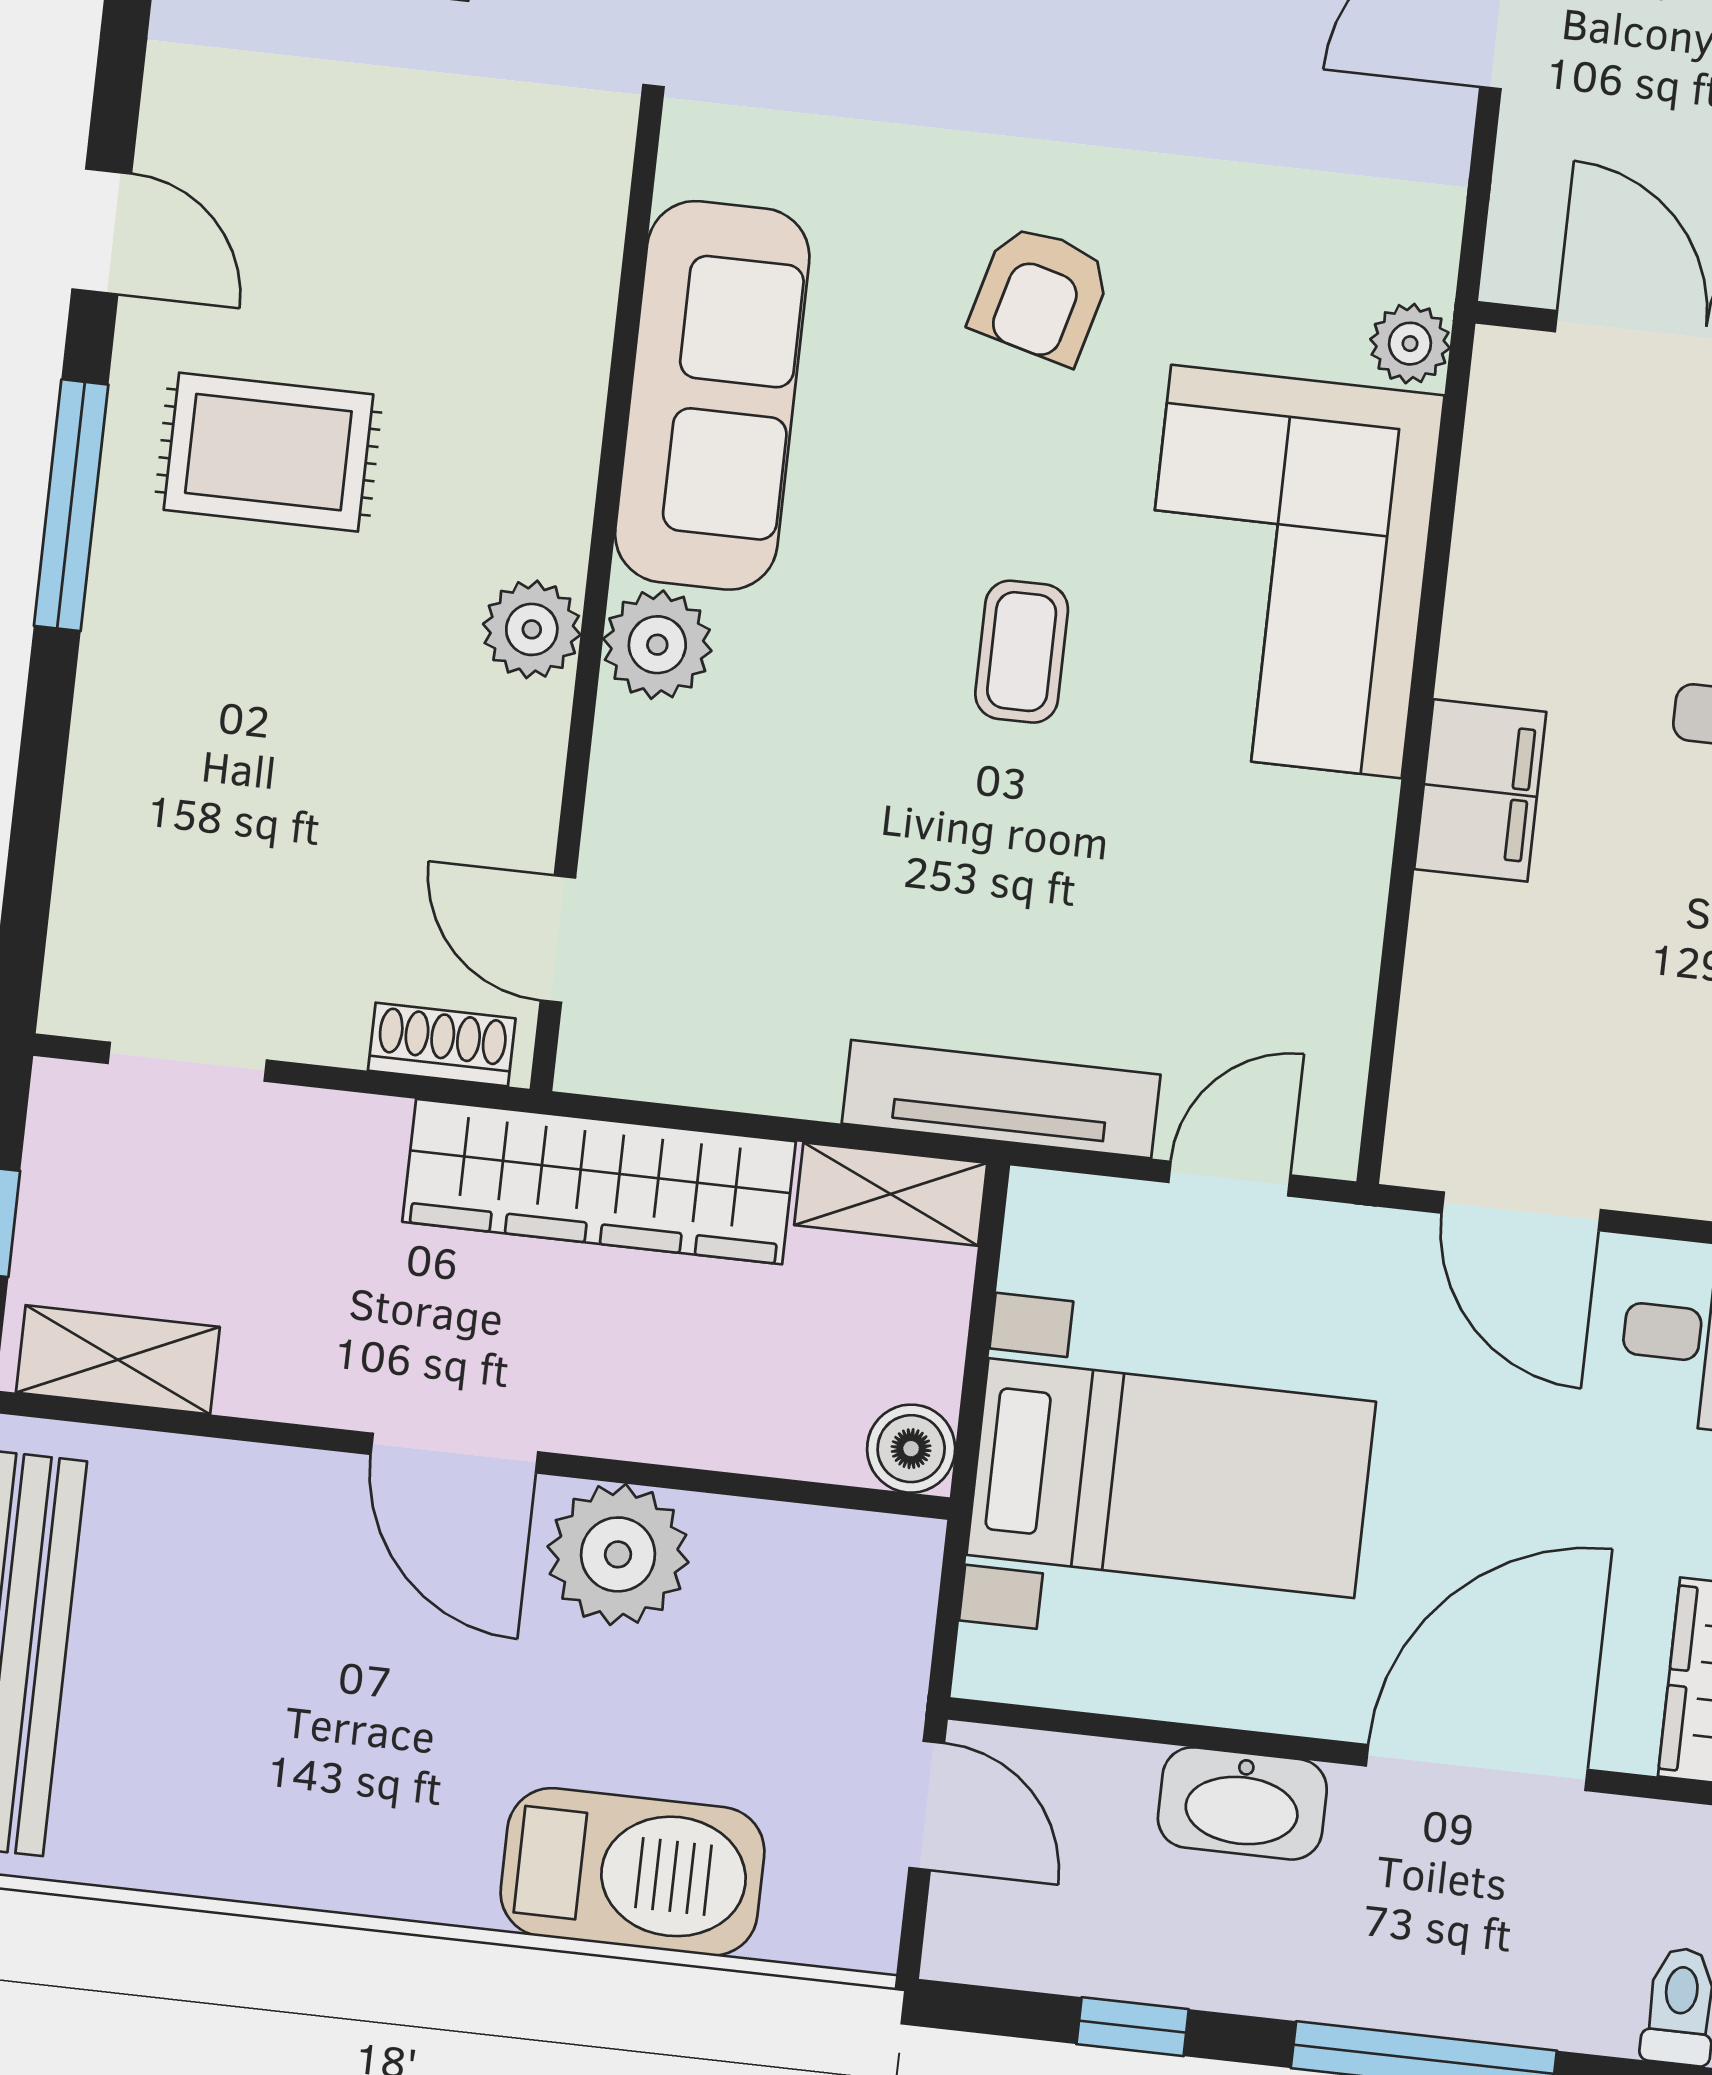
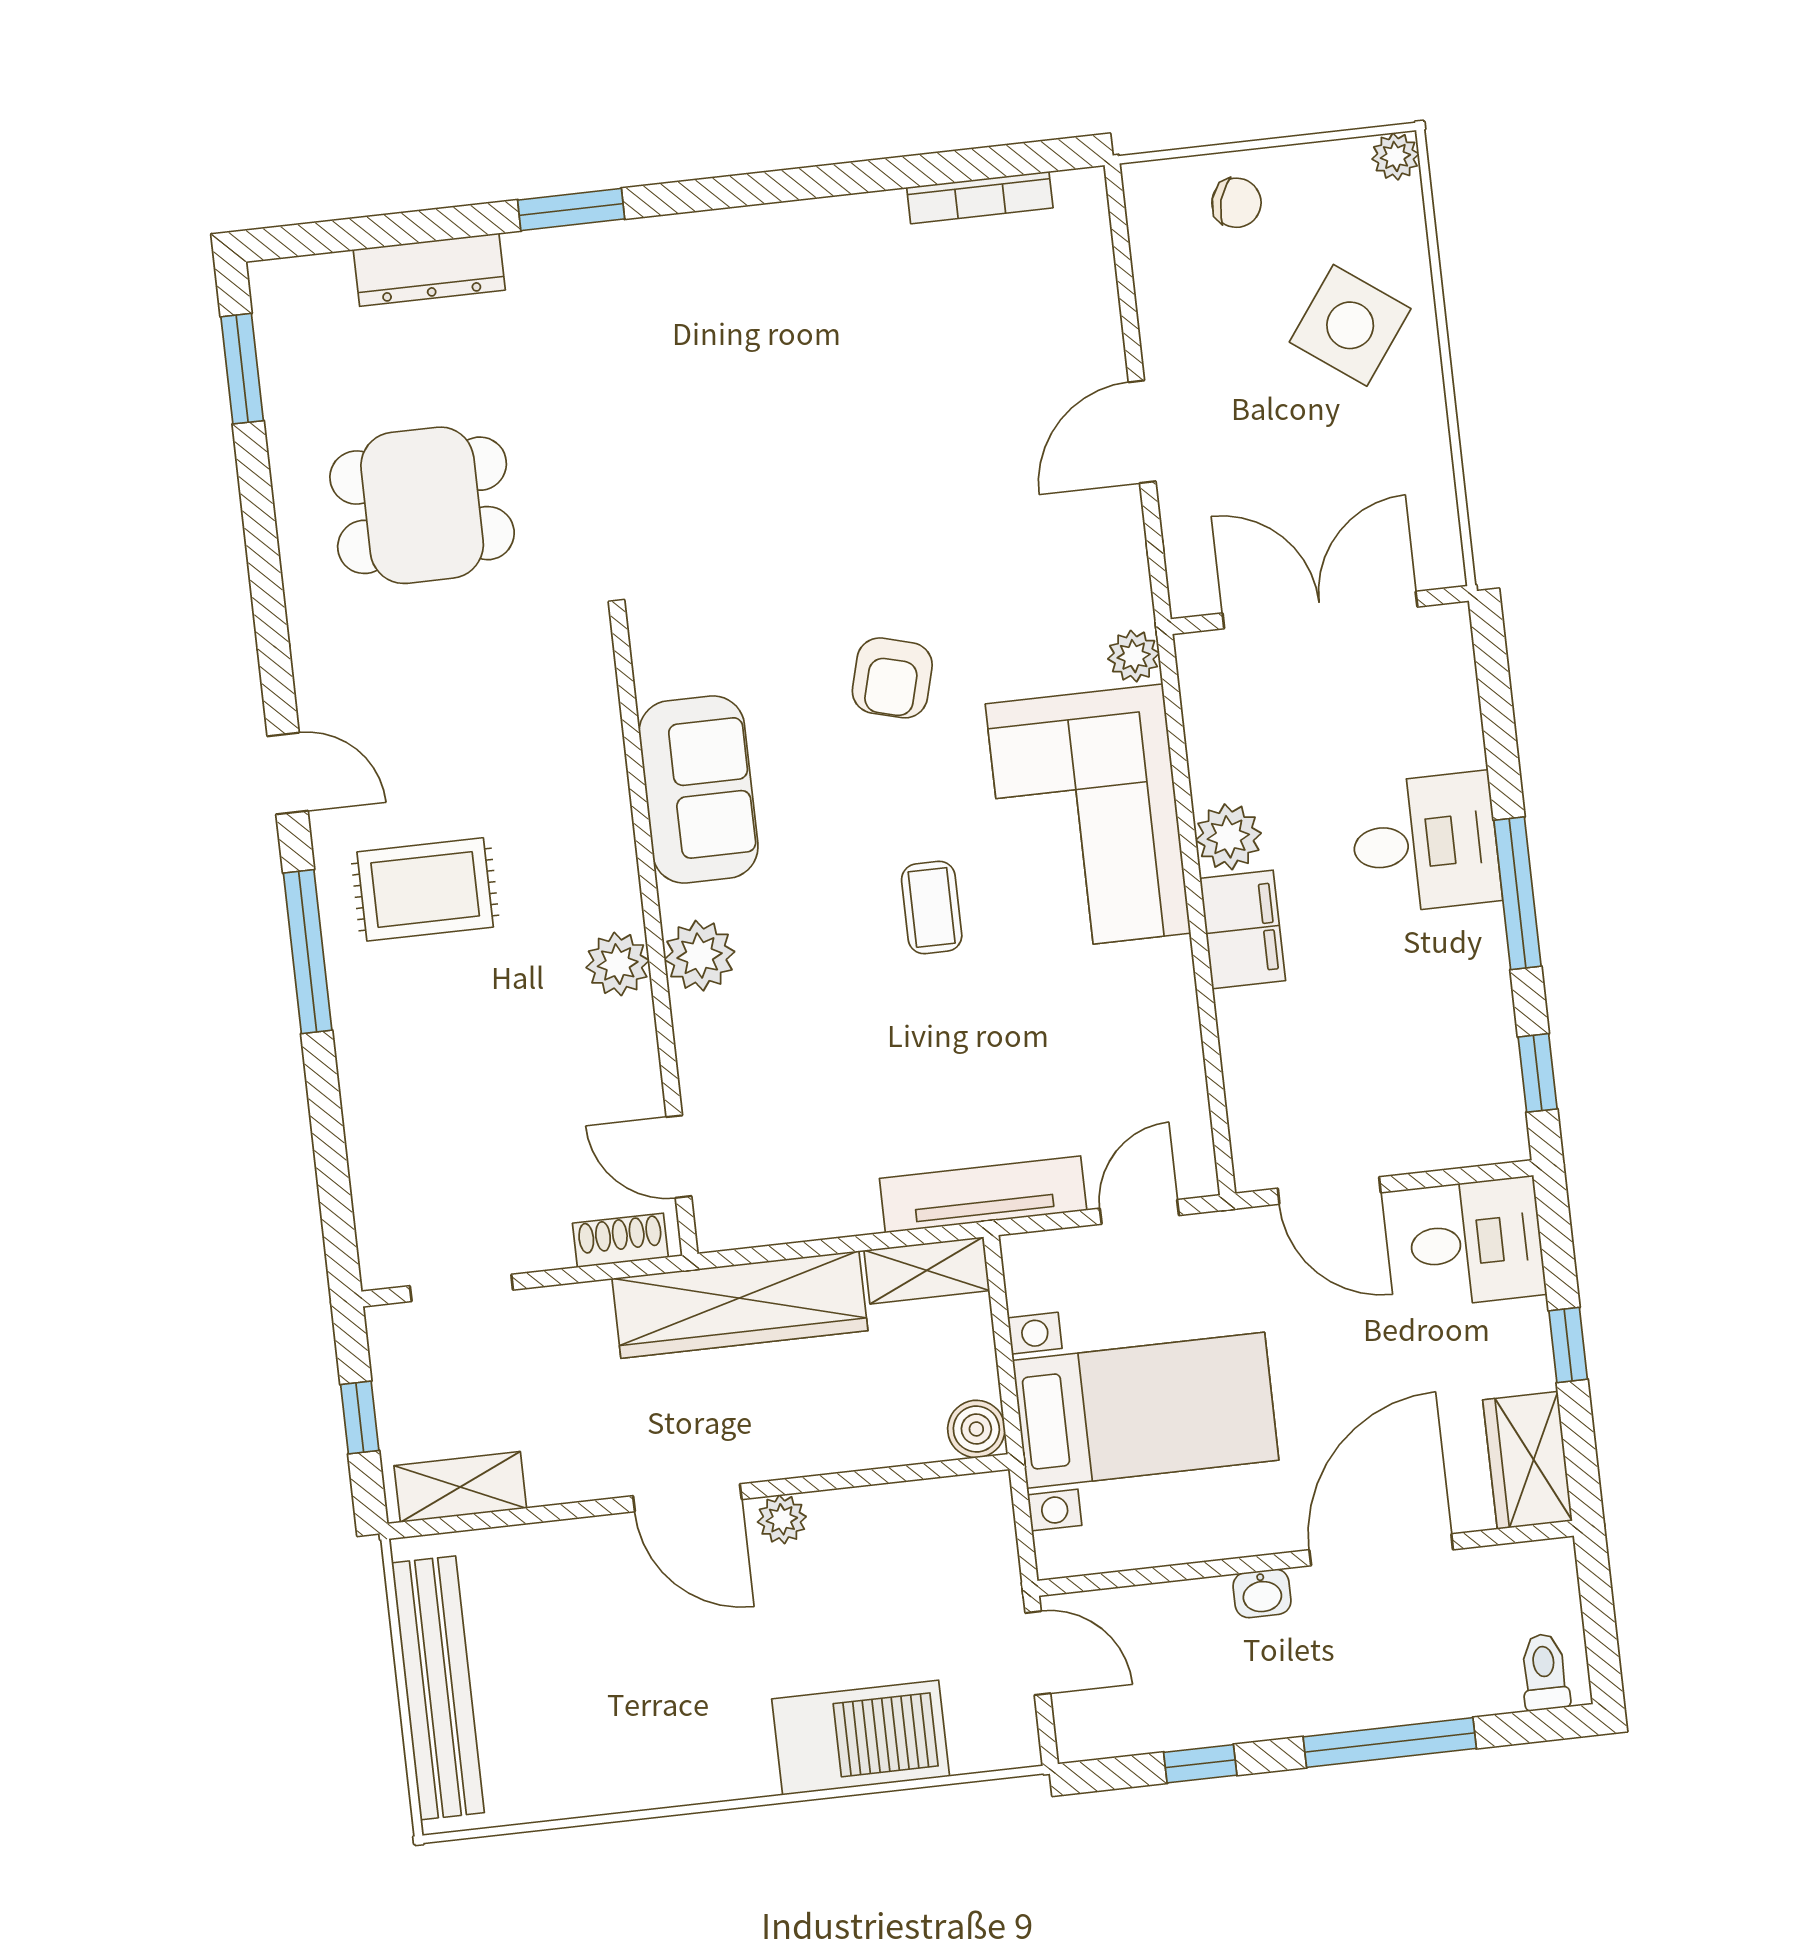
sofa: (712, 395) -> (698, 790), width x0.73
plant: (1490, 647) -> (1228, 837), added
plant: (618, 1554) -> (782, 1519), width x0.53, depth x0.53
washbasin: (1242, 1803) -> (1262, 1593), width x0.52, depth x0.69

